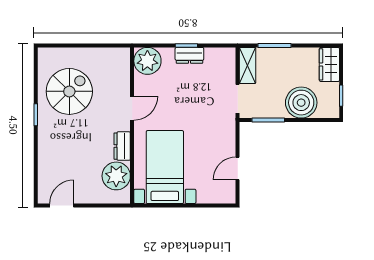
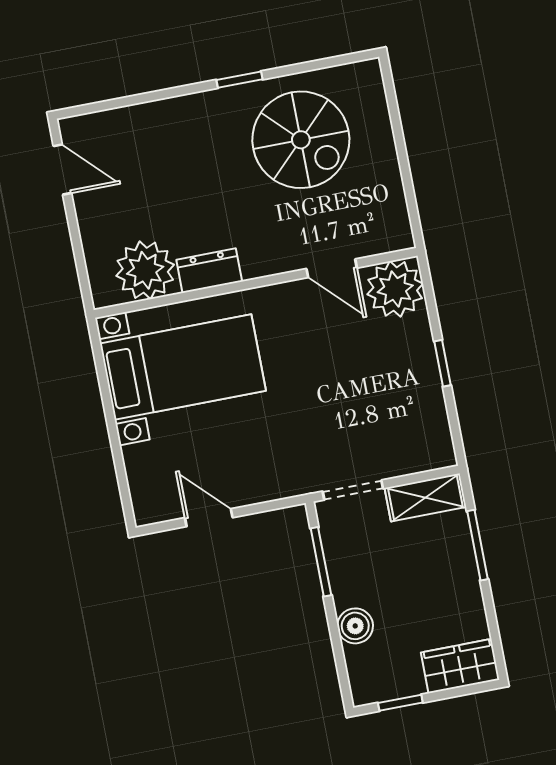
dresser: (189, 55) -> (423, 373), removed
boiler: (301, 103) -> (355, 626), width x0.54, depth x0.54
door: (132, 108) -> (332, 268), moved

